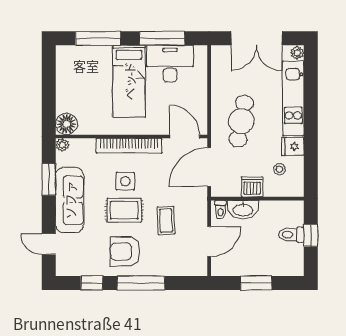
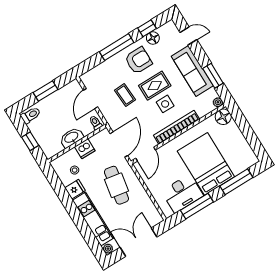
bed: (129, 81) -> (206, 164), width x1.50
door: (185, 137) -> (146, 154), hinge flipped
washbasin: (243, 210) -> (71, 138), moved
toilet: (291, 235) -> (31, 115), moved
floor lamp: (92, 267) -> (153, 38), added

